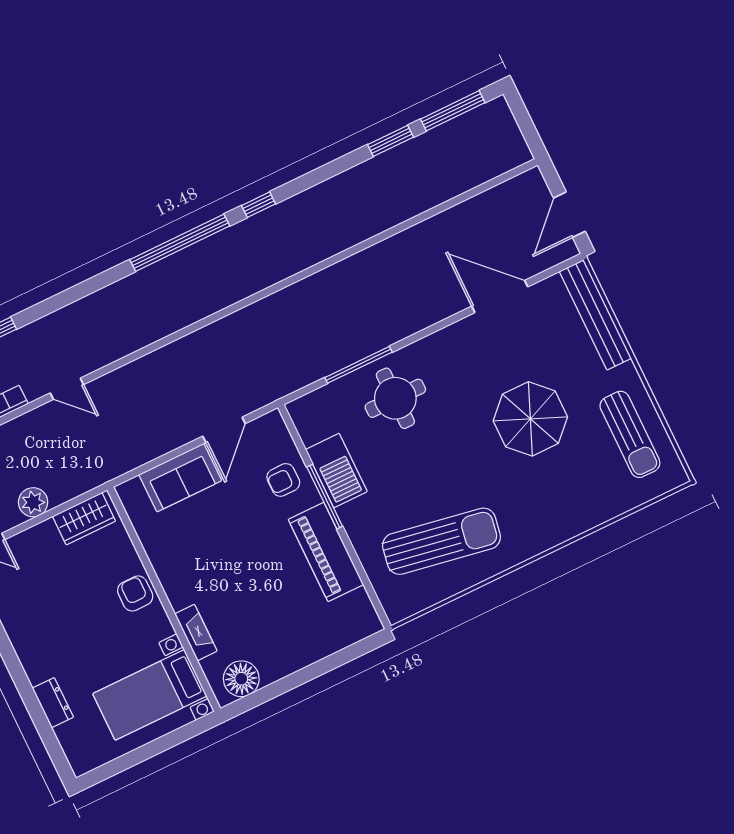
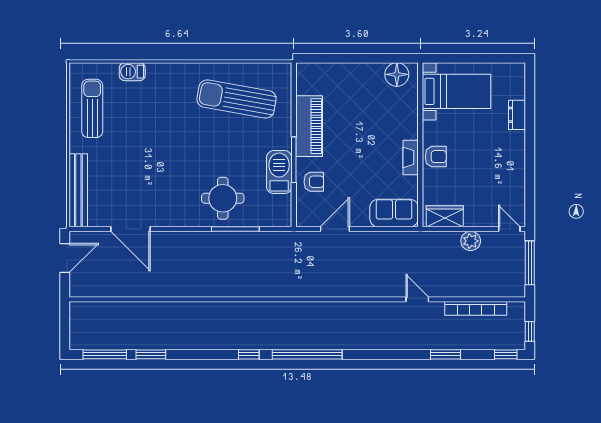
parasol: (530, 419) -> (148, 147), removed
sofa: (180, 478) -> (394, 213), moved
barbecue: (600, 510) -> (132, 72), added
armchair: (135, 593) -> (436, 157), turned -90
fireplace: (196, 633) -> (411, 157), moved

